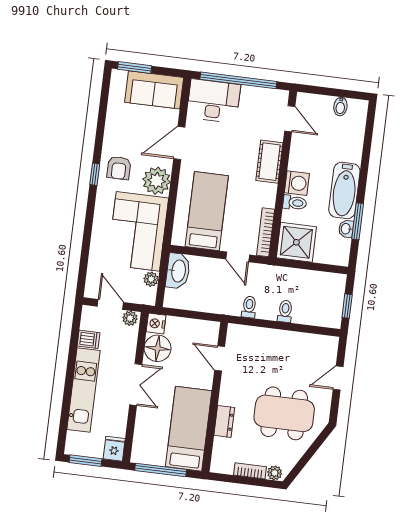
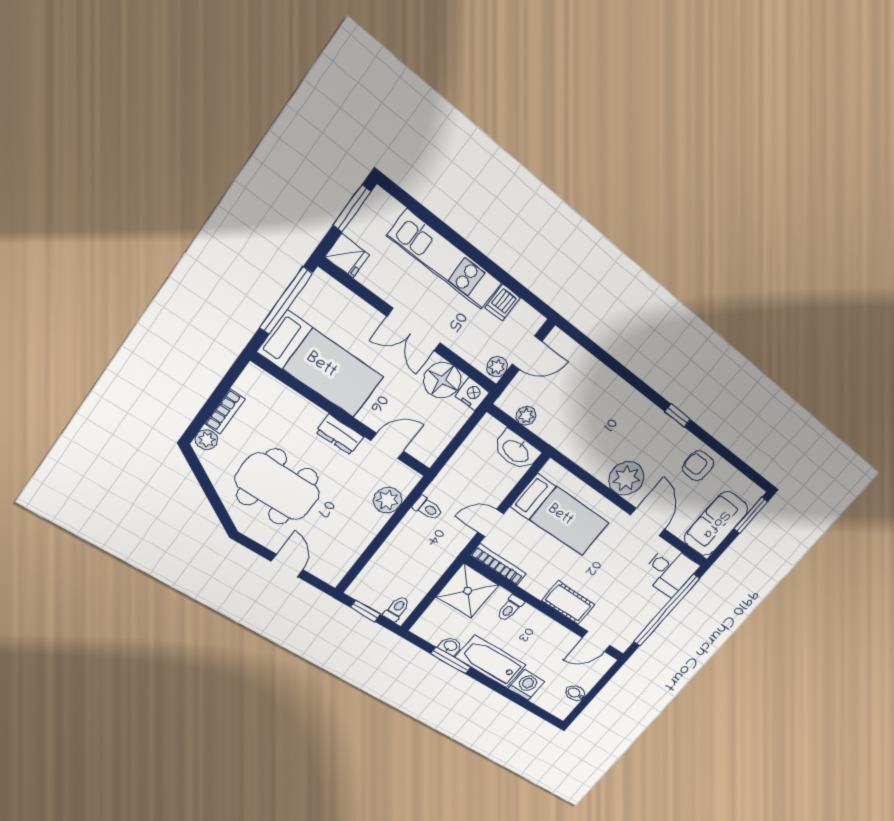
desk: (214, 101) -> (670, 571), width x0.73
armchair: (119, 168) -> (698, 466), moved
washing machine: (297, 183) -> (526, 685), moved, turned 180
corner sofa: (138, 231) -> (587, 429), removed
toilet: (285, 311) -> (397, 609), moved, turned -90
plant: (257, 337) -> (388, 500), added
dining table: (284, 413) -> (277, 487), turned 90
dresser: (224, 421) -> (340, 434), moved

